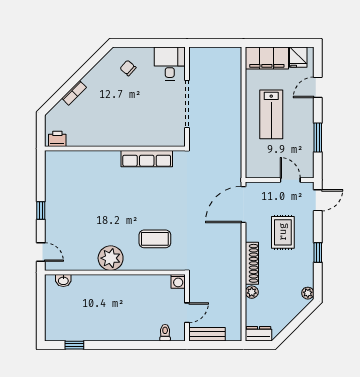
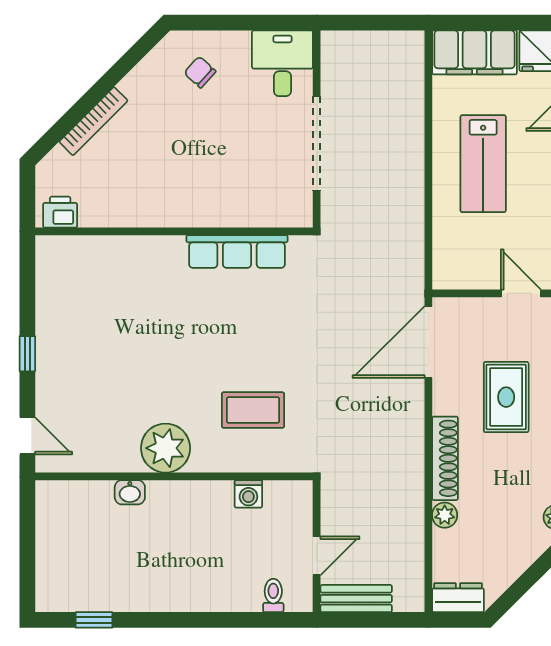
bookcase: (74, 93) -> (93, 121), width x1.56
washbasin: (63, 281) -> (130, 492), moved
washing machine: (178, 281) -> (248, 494), moved

